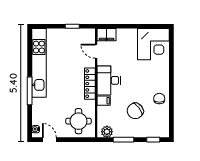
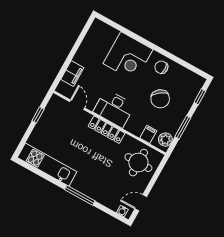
filing cabinet: (107, 35) -> (72, 74), moved
corner desk: (153, 44) -> (128, 57), moved, turned 90
door: (96, 51) -> (77, 105), swing flipped
kitchen unit: (39, 63) -> (47, 165), width x0.73
filing cabinet: (104, 101) -> (148, 134), moved

